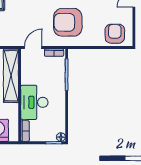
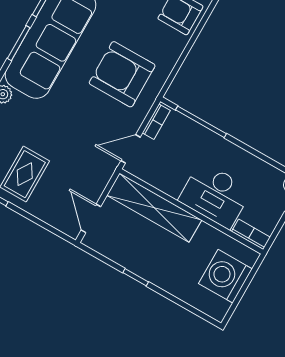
armchair: (68, 22) -> (122, 74), turned 90
door: (33, 47) -> (131, 149), hinge flipped

